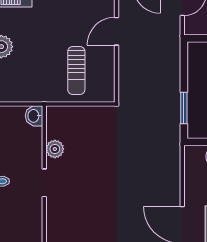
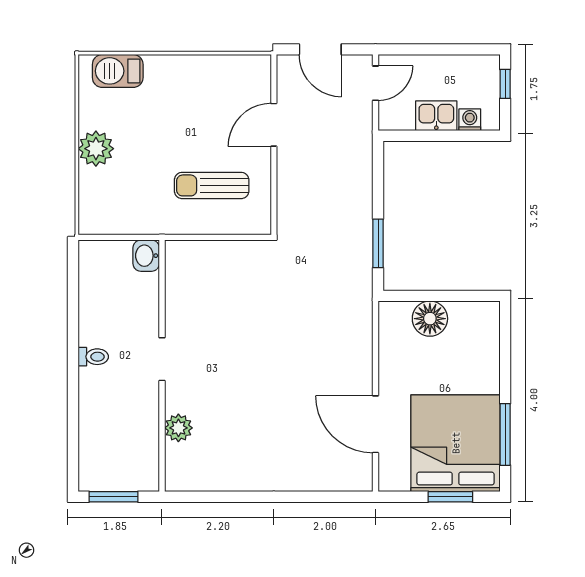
sun lounger: (76, 70) -> (212, 185), turned 90
plant: (55, 149) -> (178, 428), moved

